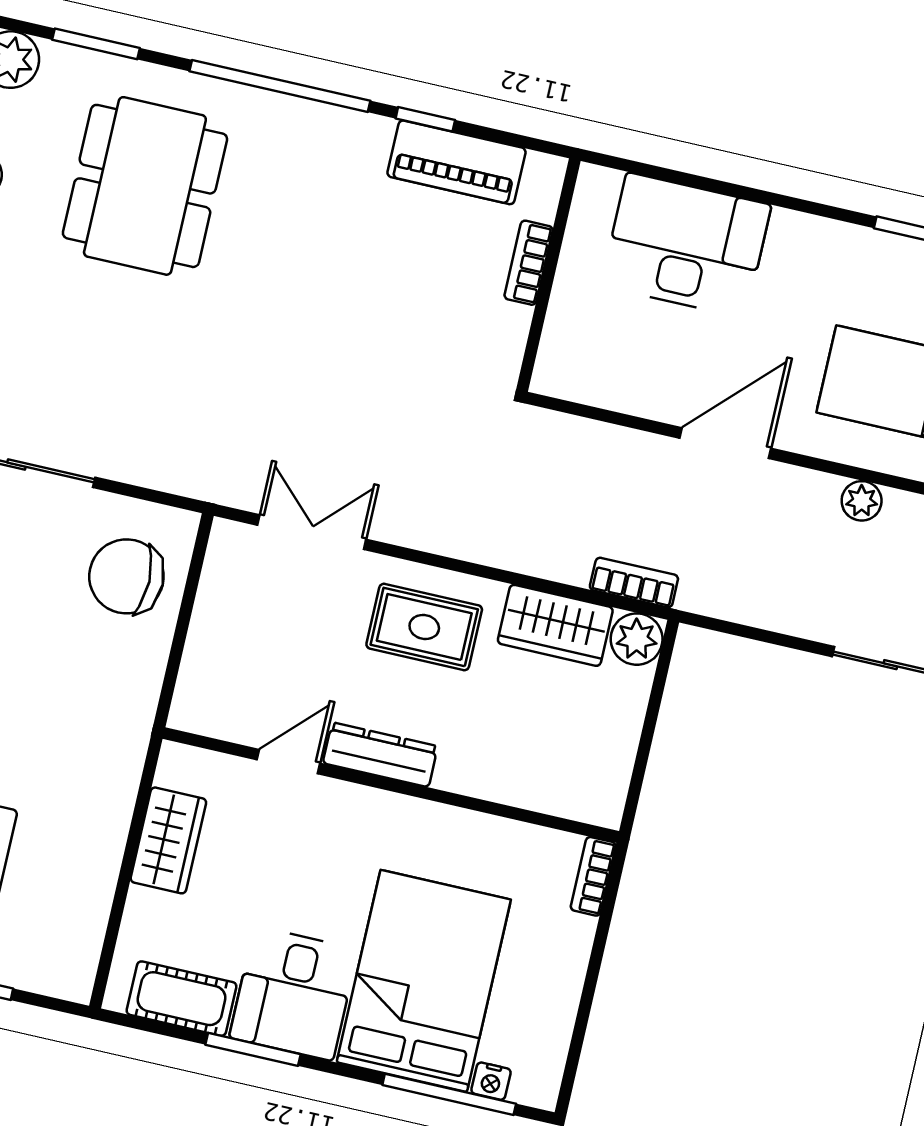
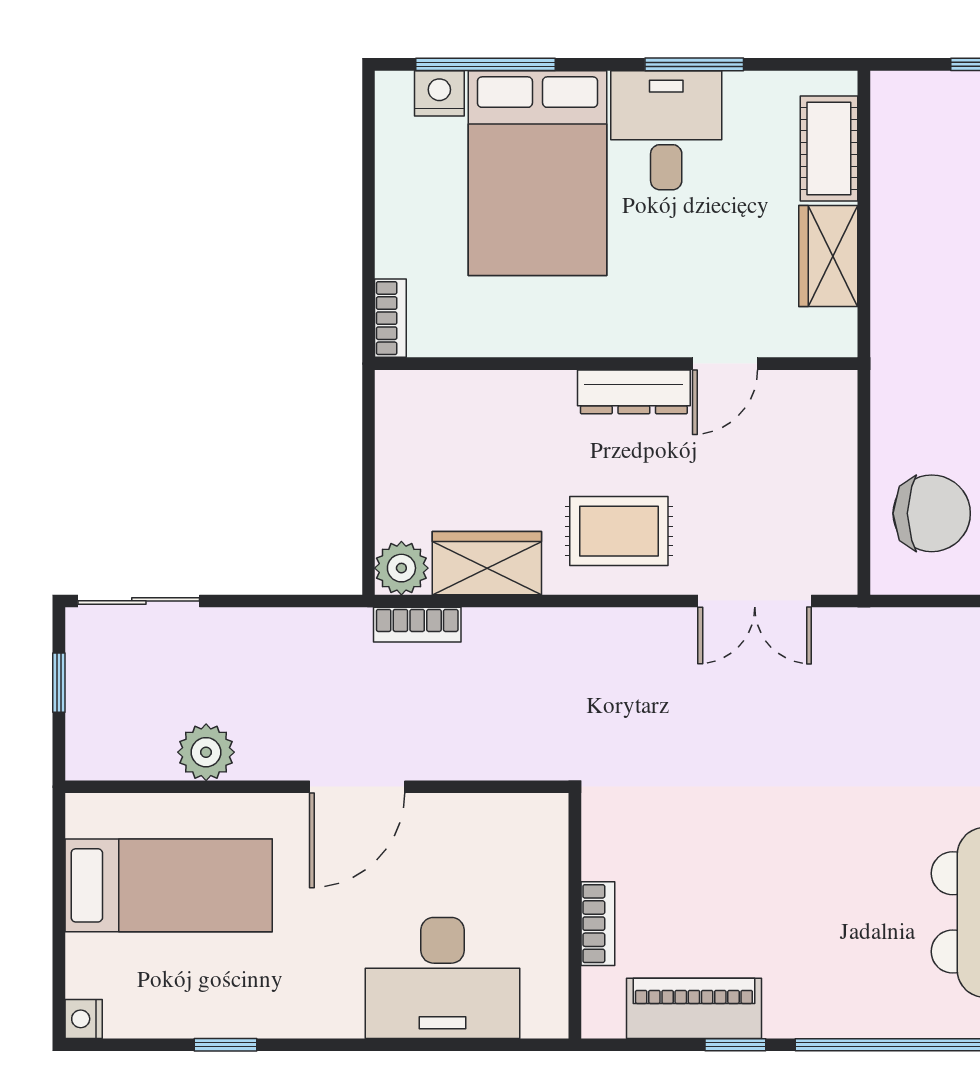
plant: (862, 501) -> (206, 752), width x1.38, depth x1.38
cot: (182, 999) -> (829, 149), moved, turned 90
nightstand: (491, 1081) -> (439, 93), width x1.39, depth x1.35

